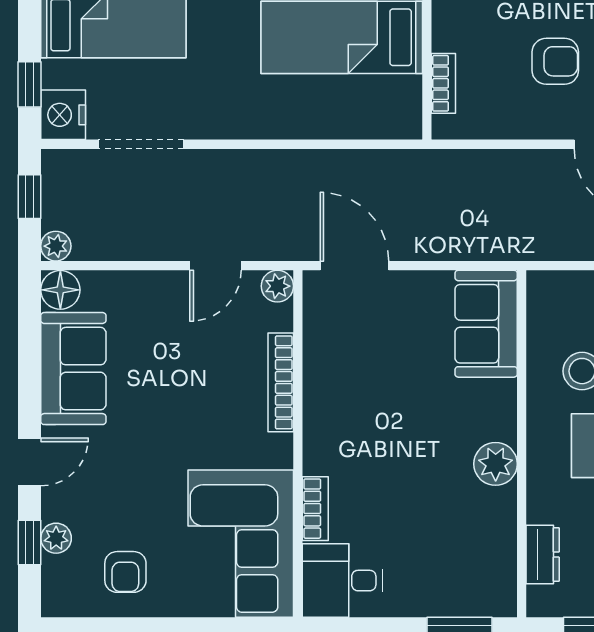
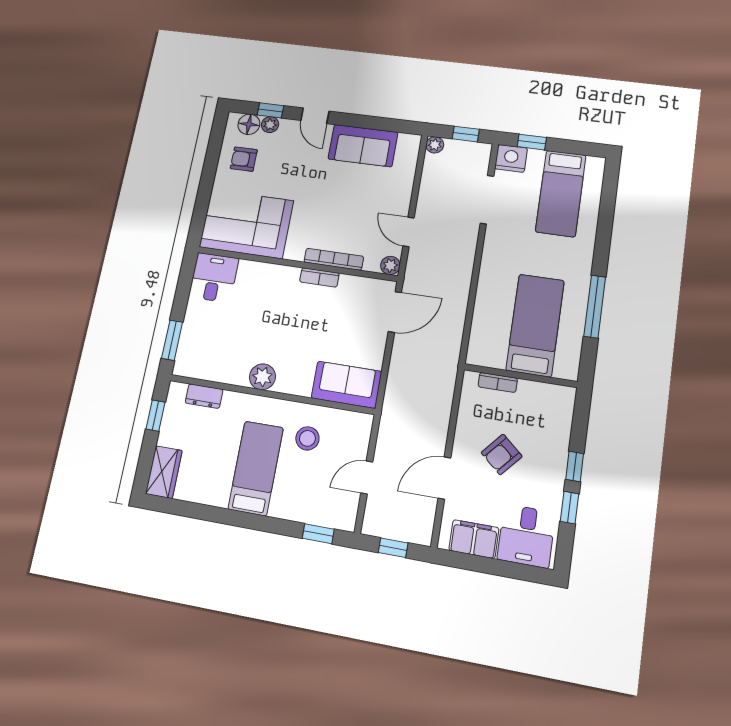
armchair: (555, 61) -> (502, 454), turned 41
floor lamp: (60, 290) -> (249, 124), moved
bookcase: (315, 509) -> (319, 277), moved

